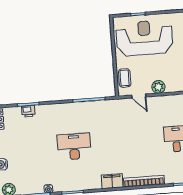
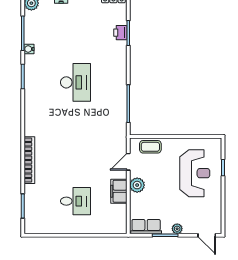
reception desk: (144, 38) -> (195, 173), width x0.74, depth x0.77
filing cabinet: (112, 181) -> (119, 191), moved, turned 180

